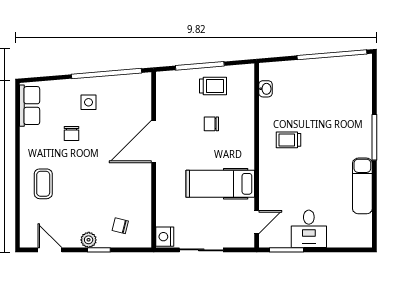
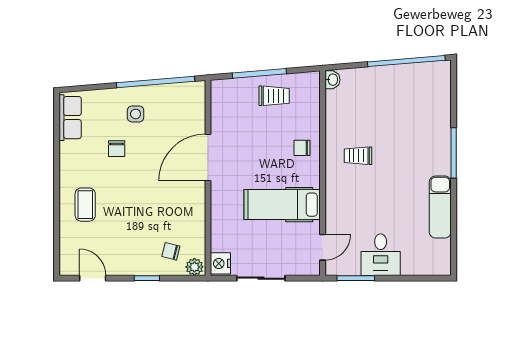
washbasin: (266, 89) -> (332, 80), moved
chair: (211, 124) -> (302, 148), moved
plant: (89, 240) -> (194, 267), moved

